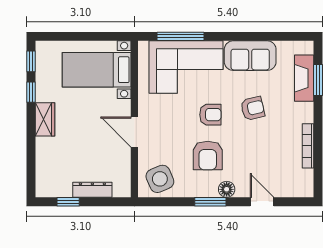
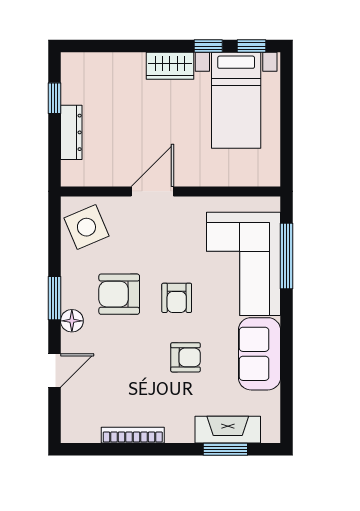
bed with nightstands: (97, 70) -> (236, 100), moved, turned 180
armchair: (253, 108) -> (185, 357), turned -77

